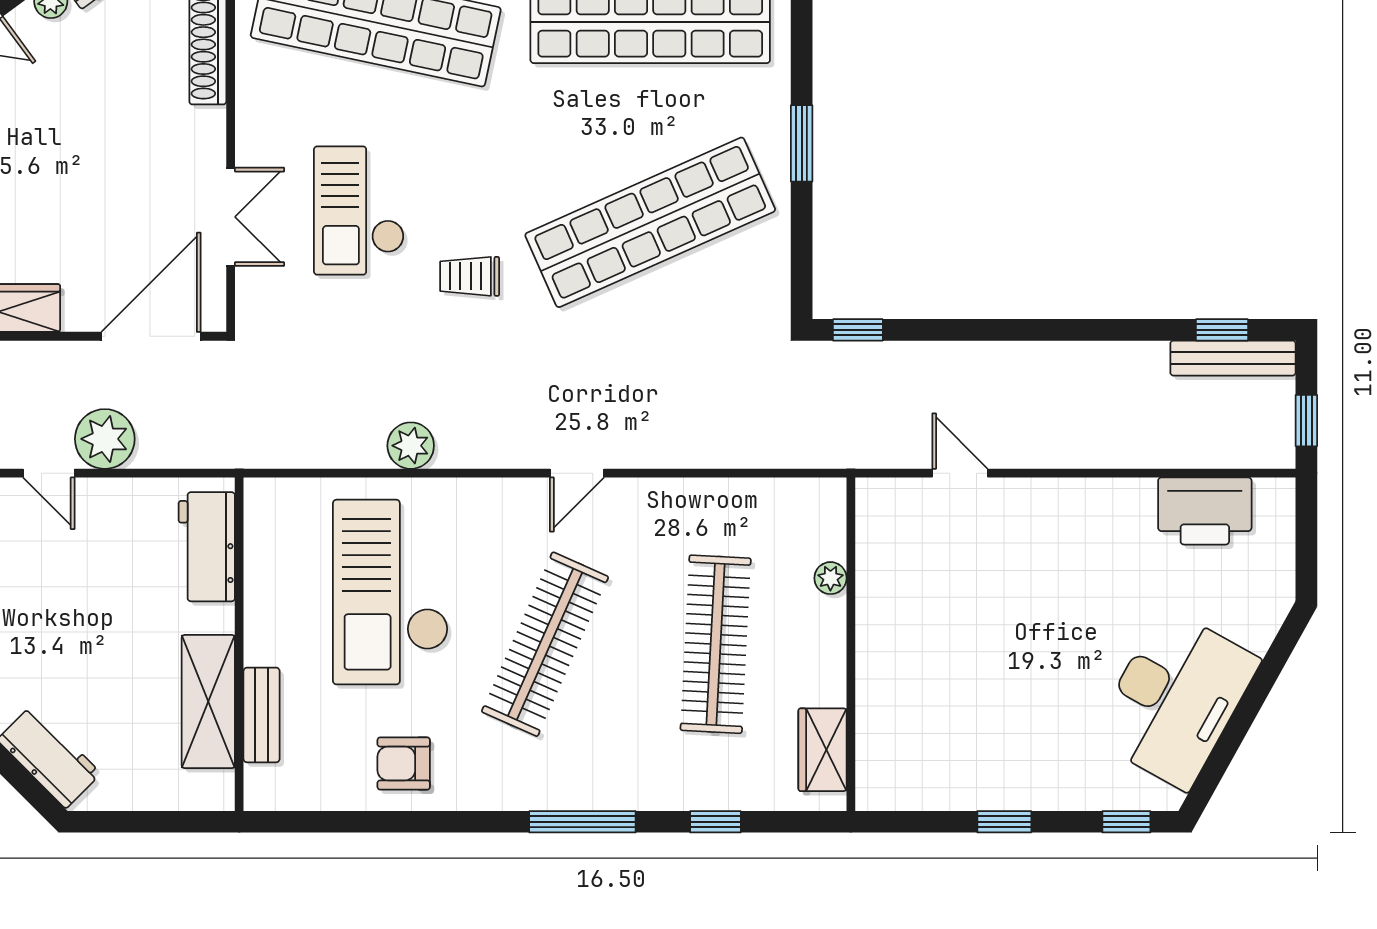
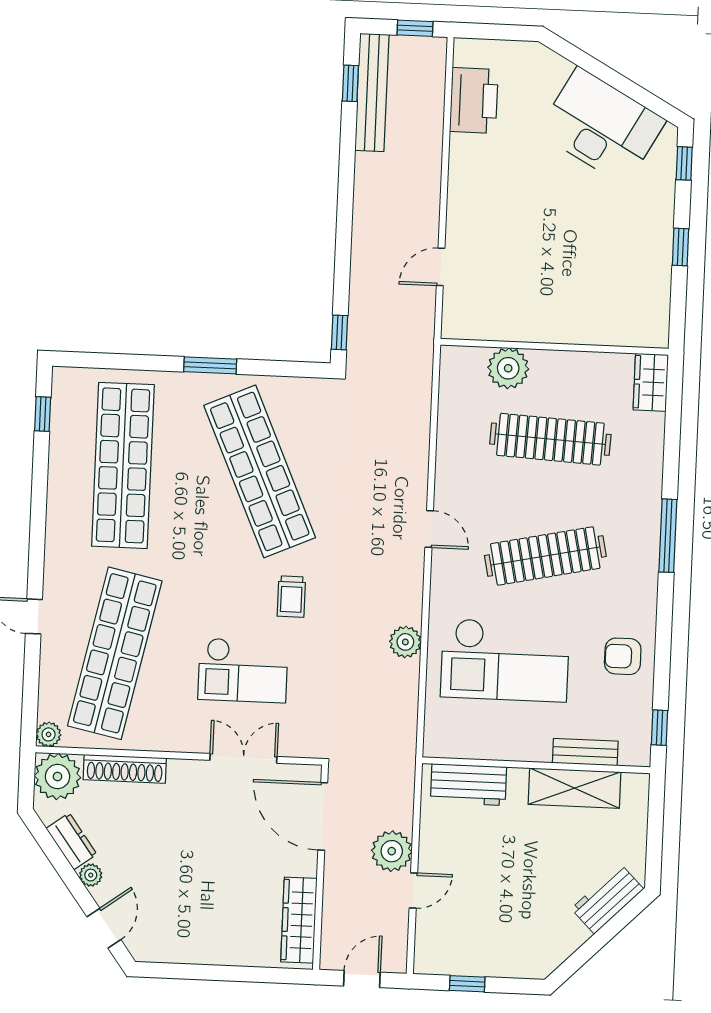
bench: (1233, 358) -> (372, 92), width x1.37, depth x1.21
plant: (830, 578) -> (508, 368), width x1.87, depth x1.87
clothes rail: (545, 644) -> (545, 556), turned -36
wardrobe: (823, 750) -> (651, 382), moved, turned 90
armchair: (404, 763) -> (623, 656), turned 90
window: (715, 822) -> (660, 728), moved

